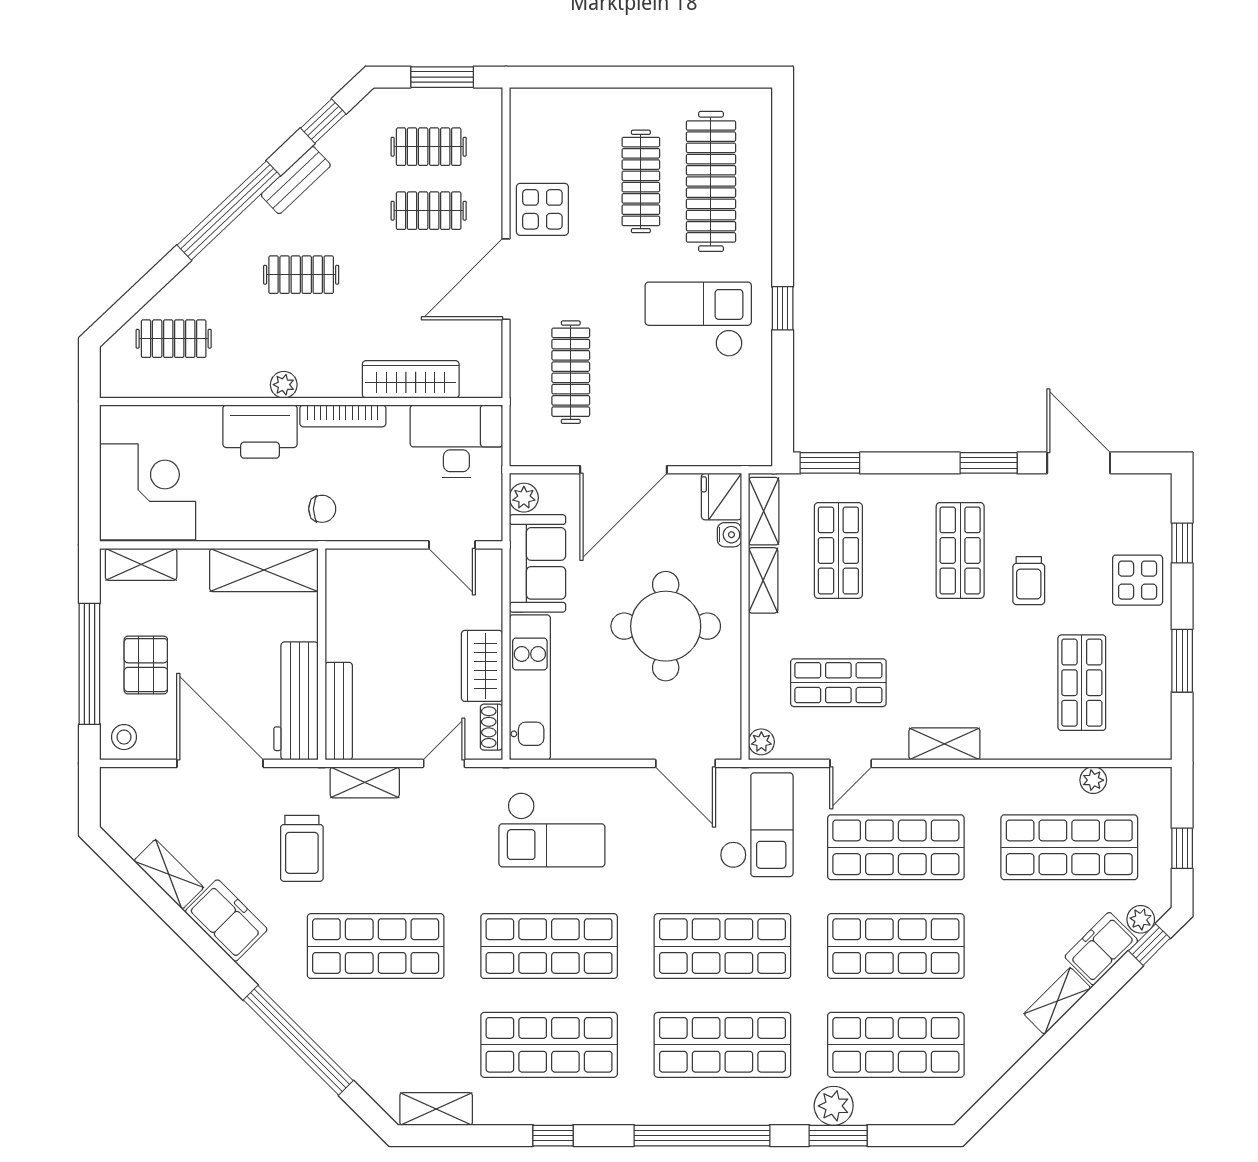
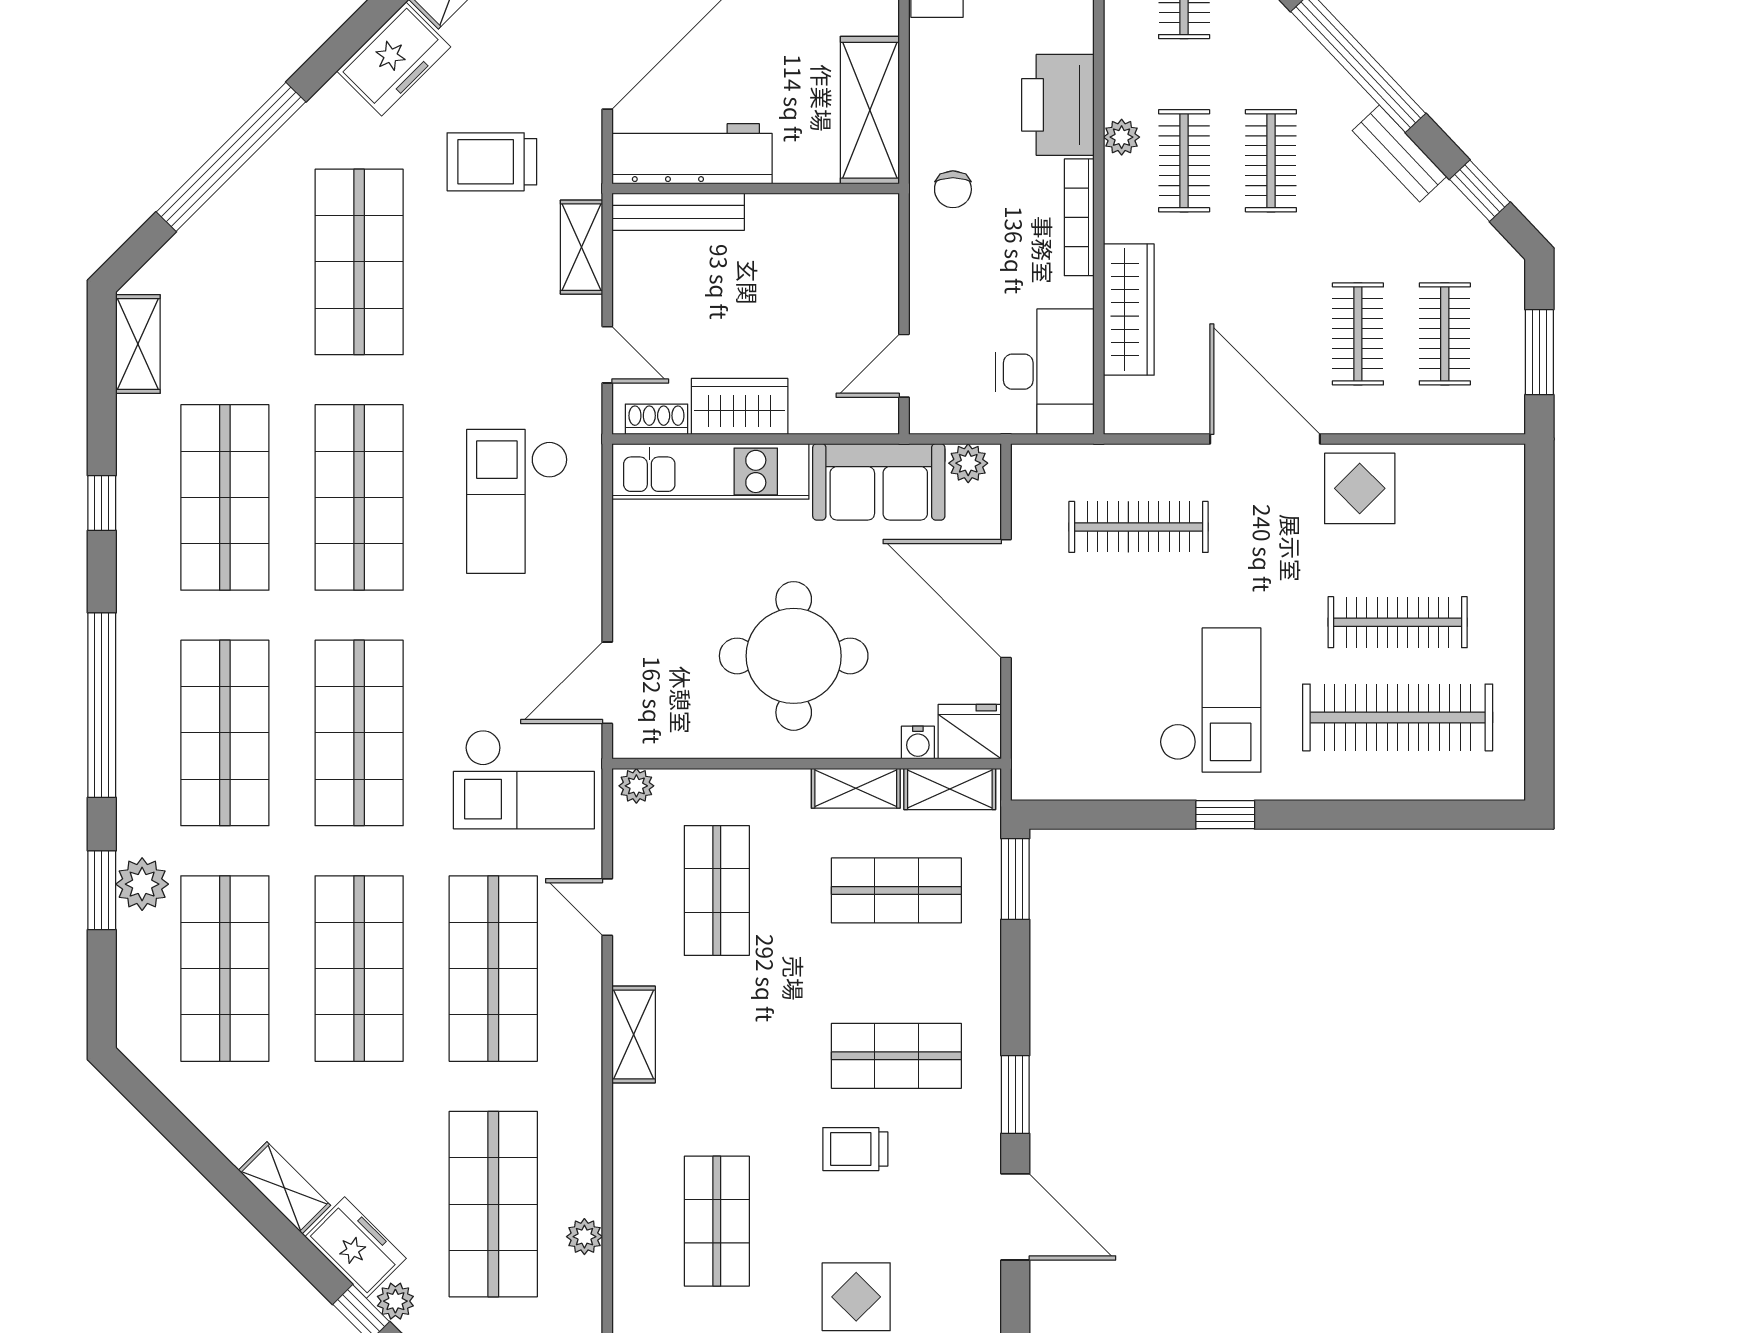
clothes rail: (301, 339) -> (1184, 161), added
door: (1079, 463) -> (1015, 1217), hinge flipped
shop shelf: (1082, 683) -> (717, 1221), turned 90

